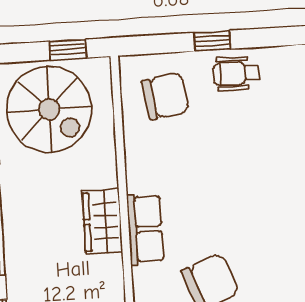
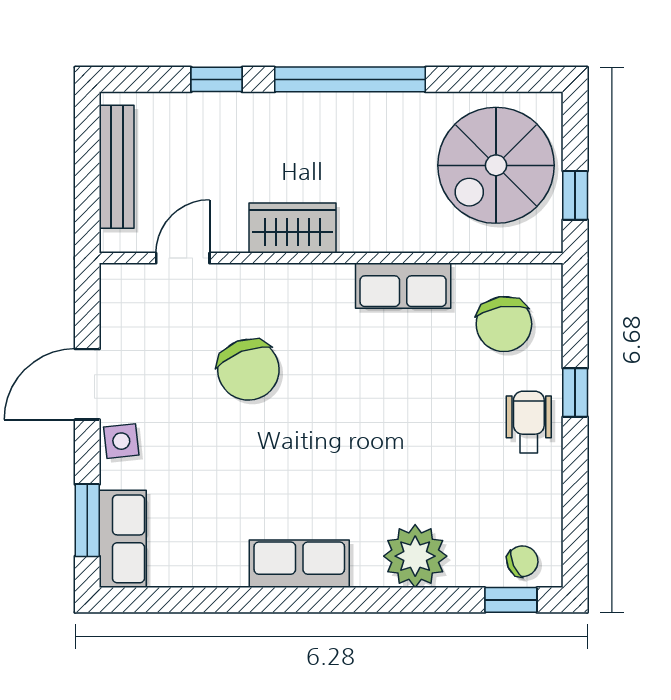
wardrobe: (102, 221) -> (293, 228), moved
row of seats: (145, 229) -> (403, 286), moved

